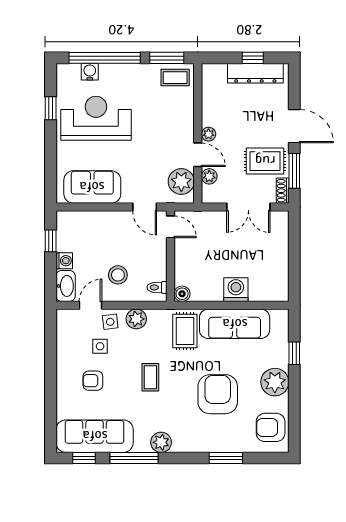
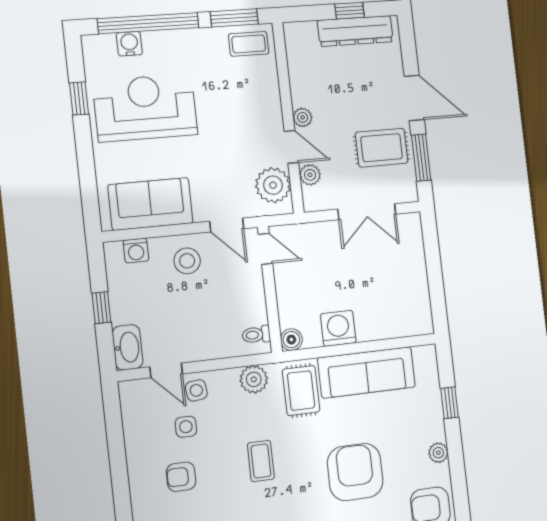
shoe rack: (283, 191) -> (409, 185), removed
window: (51, 241) -> (101, 308), moved
washing machine: (64, 261) -> (136, 251), moved, turned 90
stool: (118, 275) -> (187, 261), moved
washing machine: (236, 290) -> (338, 328), moved
door: (91, 305) -> (166, 370), swing flipped
plant: (136, 319) -> (254, 379), moved
plant: (275, 382) -> (438, 453), width x0.53, depth x0.53

